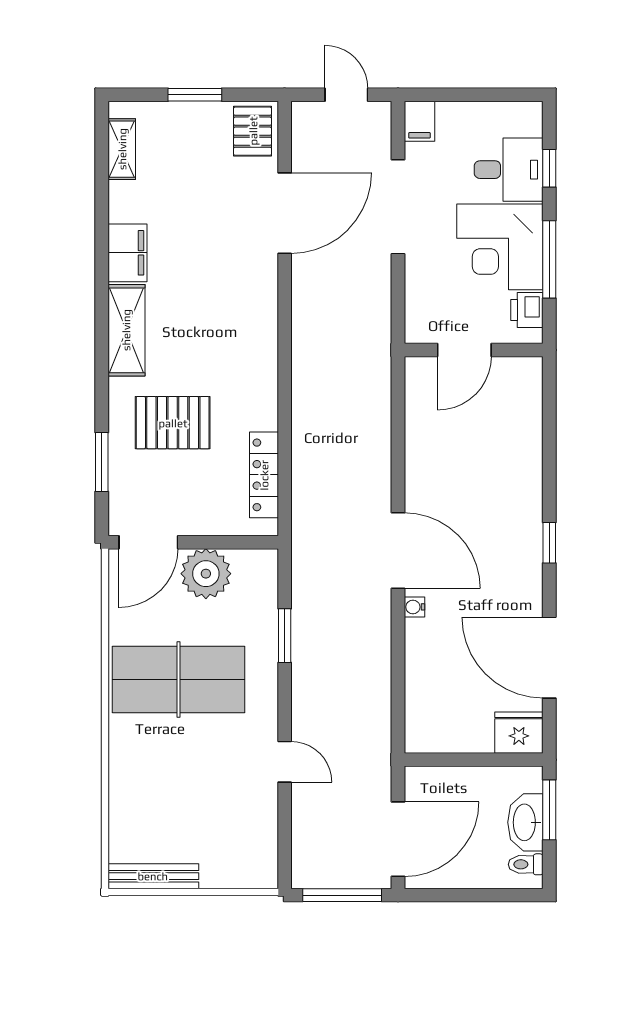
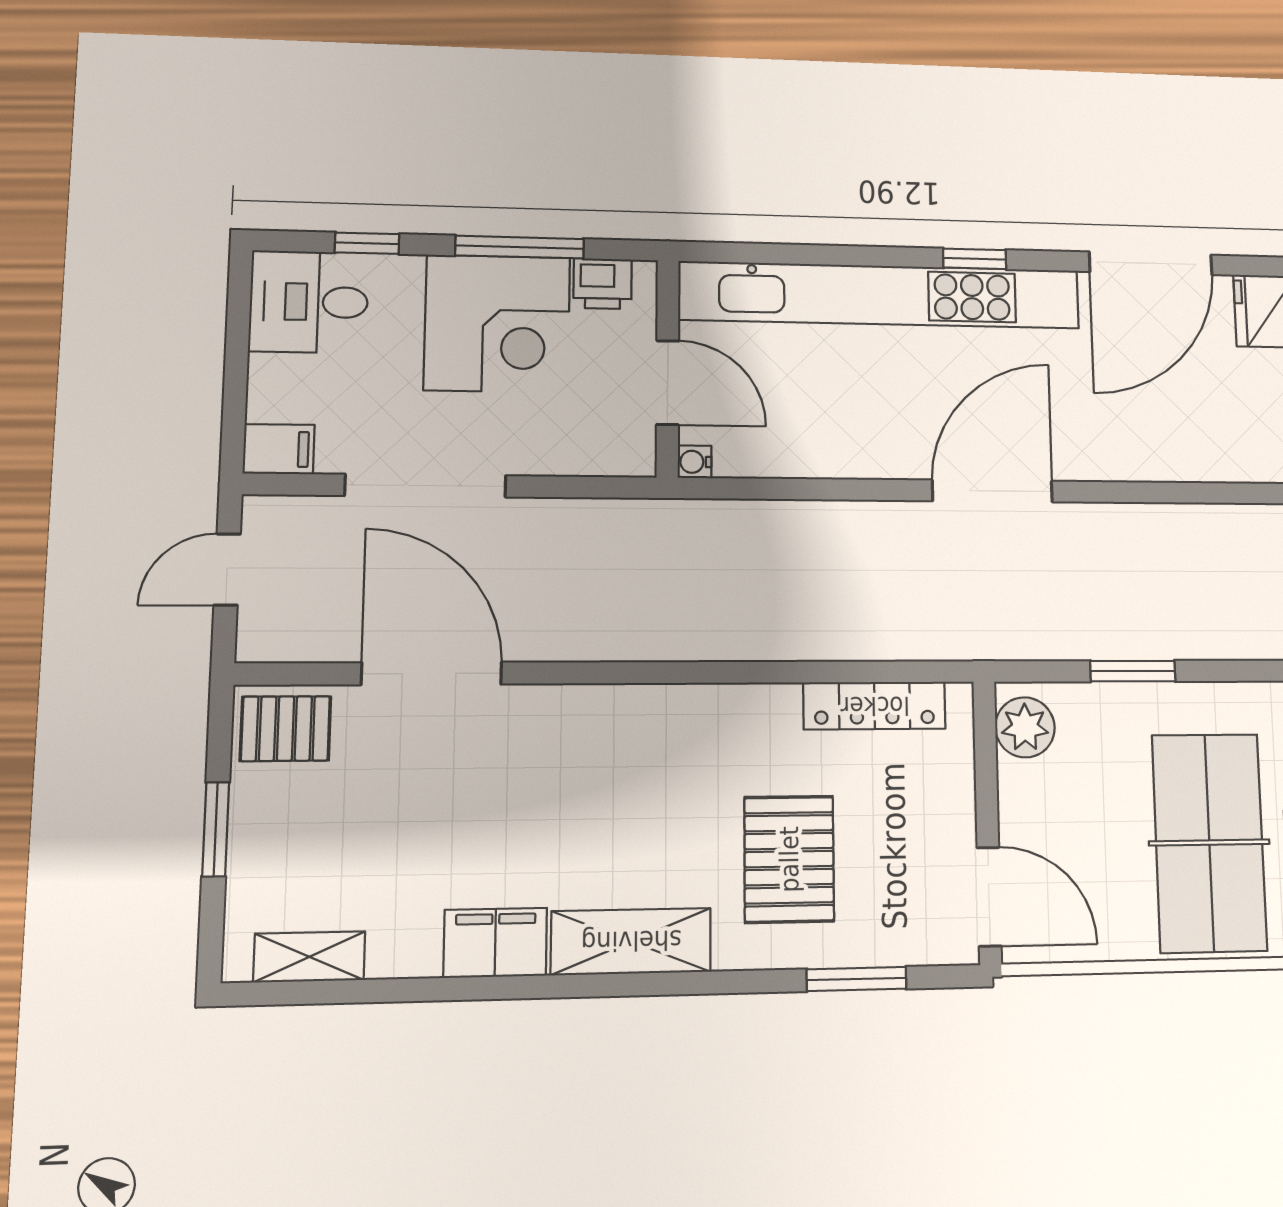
desk: (509, 170) -> (309, 302), moved, turned -90
kitchen unit: (524, 483) -> (881, 295), added
plant: (206, 574) -> (1025, 727), moved, width x0.73, depth x0.73
water cooler: (415, 607) -> (695, 462), moved, turned 90

